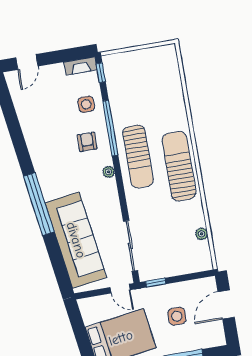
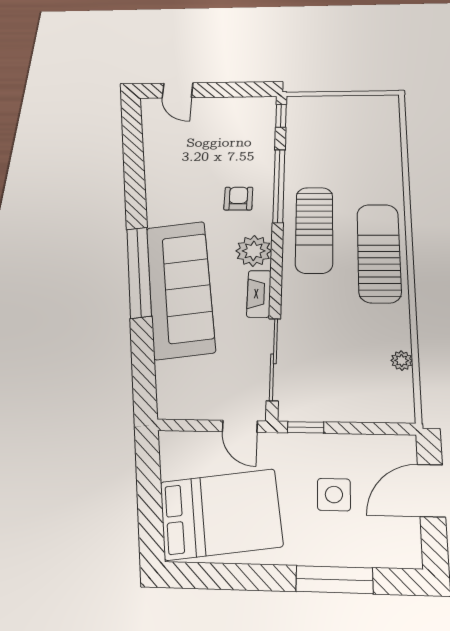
door: (27, 62) -> (178, 90), hinge flipped
fireplace: (81, 66) -> (259, 294), moved, turned 90
side table: (86, 104) -> (249, 151), removed
plant: (109, 172) -> (254, 251), width x1.88, depth x1.88
sofa: (76, 240) -> (180, 288), moved

